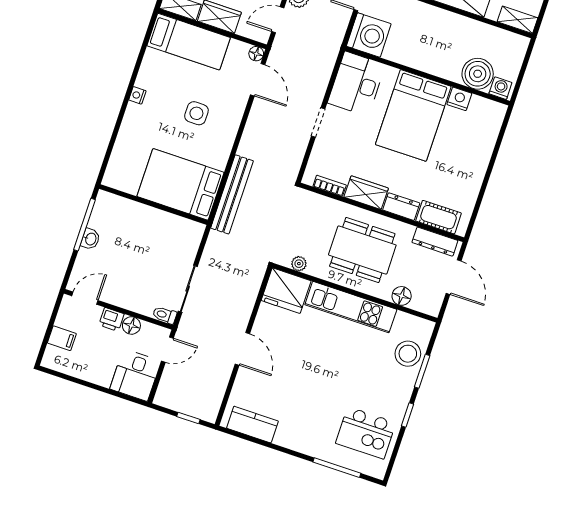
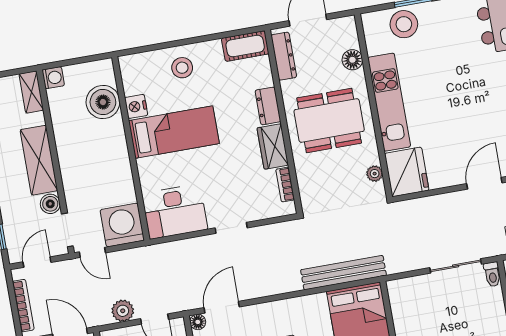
washing machine: (500, 88) -> (53, 78), moved, turned 180
bed: (413, 115) -> (174, 132), width x0.67
stool: (471, 154) -> (182, 68), added
cot: (439, 217) -> (245, 46), moved, turned 90
dining table: (362, 250) -> (329, 121), turned 90

